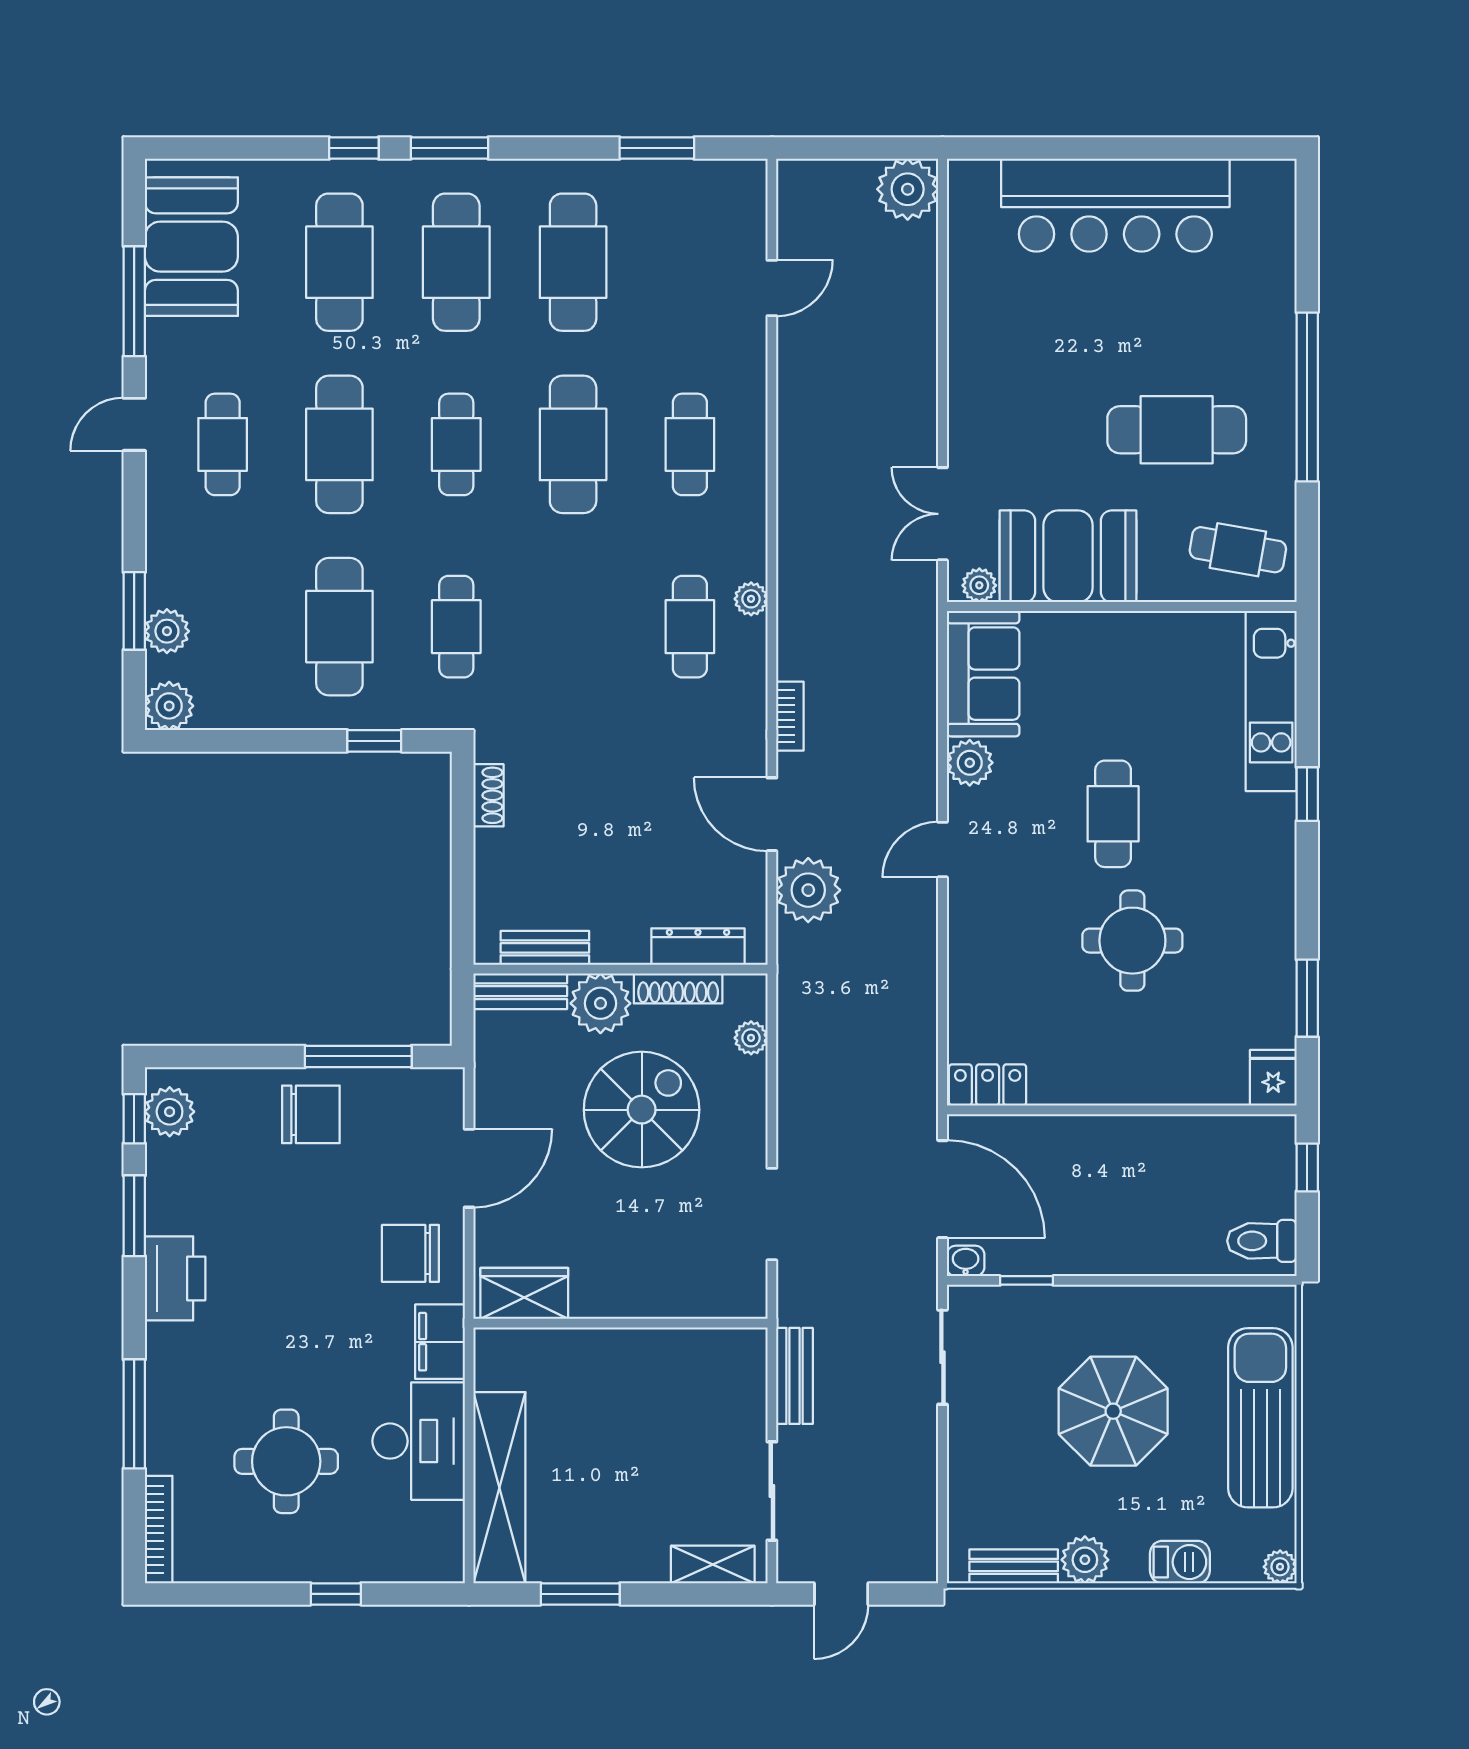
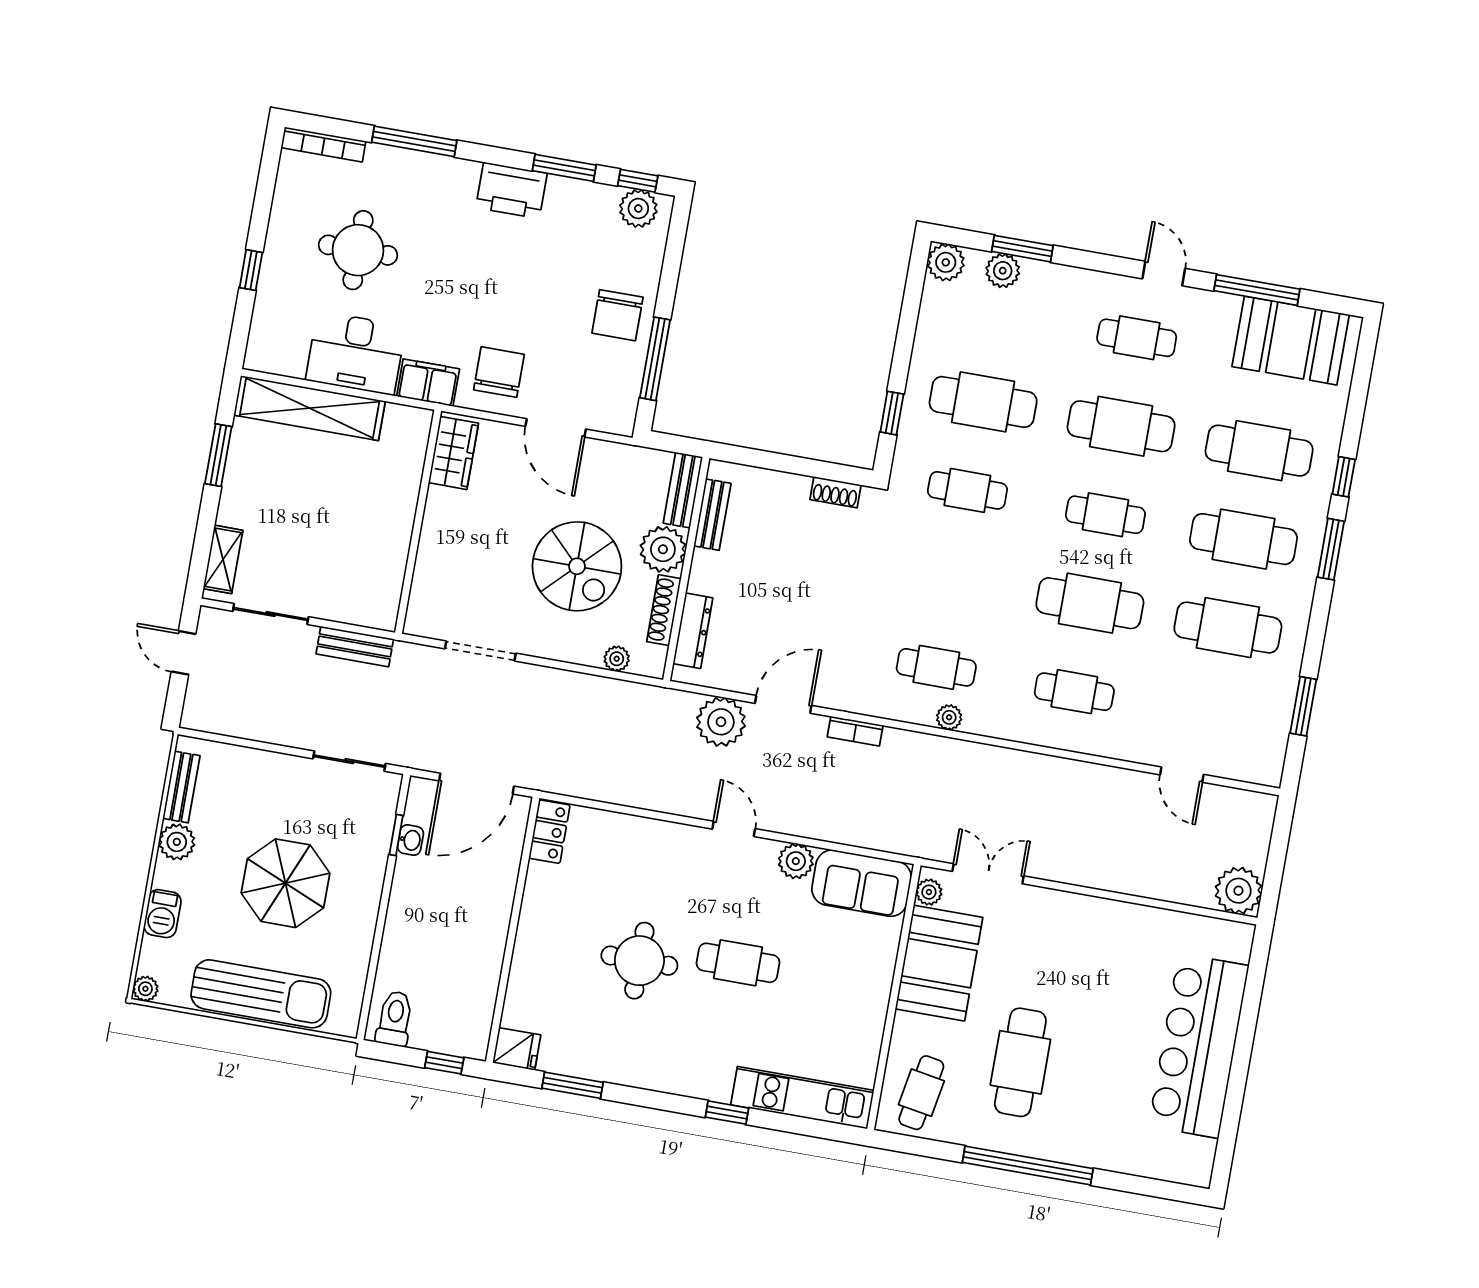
washbasin: (966, 1261) -> (410, 840), moved

